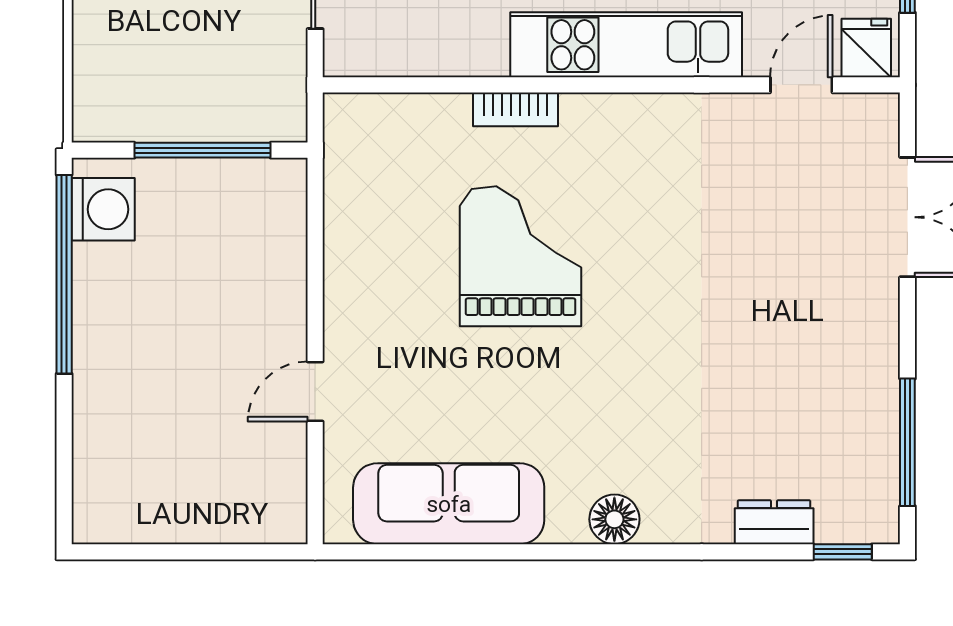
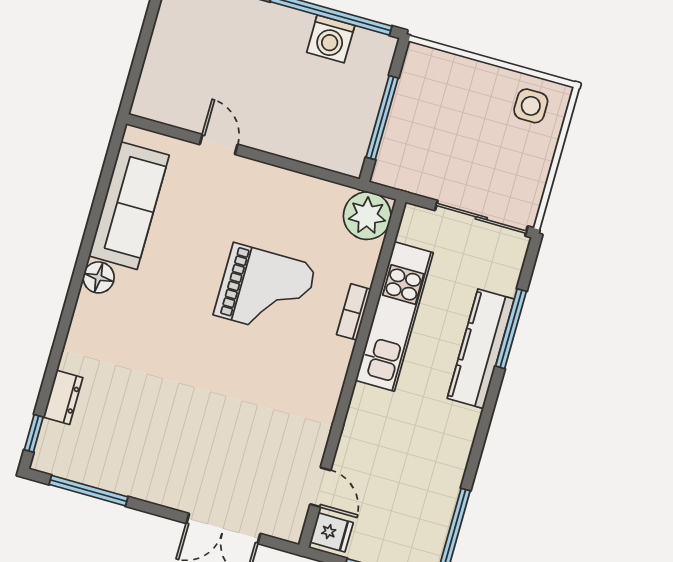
kitchen unit: (626, 45) -> (394, 316), moved
plant: (361, 131) -> (367, 216), added
washing machine: (103, 209) -> (331, 39), moved
floor lamp: (614, 519) -> (99, 277), moved

